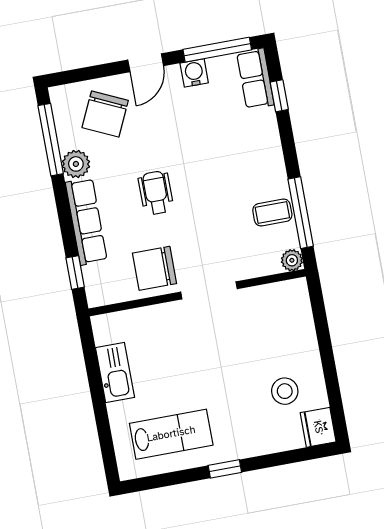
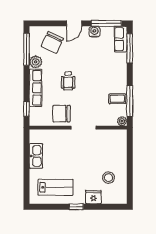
window: (279, 96) -> (130, 48), width x2.17
wheelchair: (156, 193) -> (68, 81), turned 180
fridge: (318, 427) -> (93, 197), moved, turned 90

